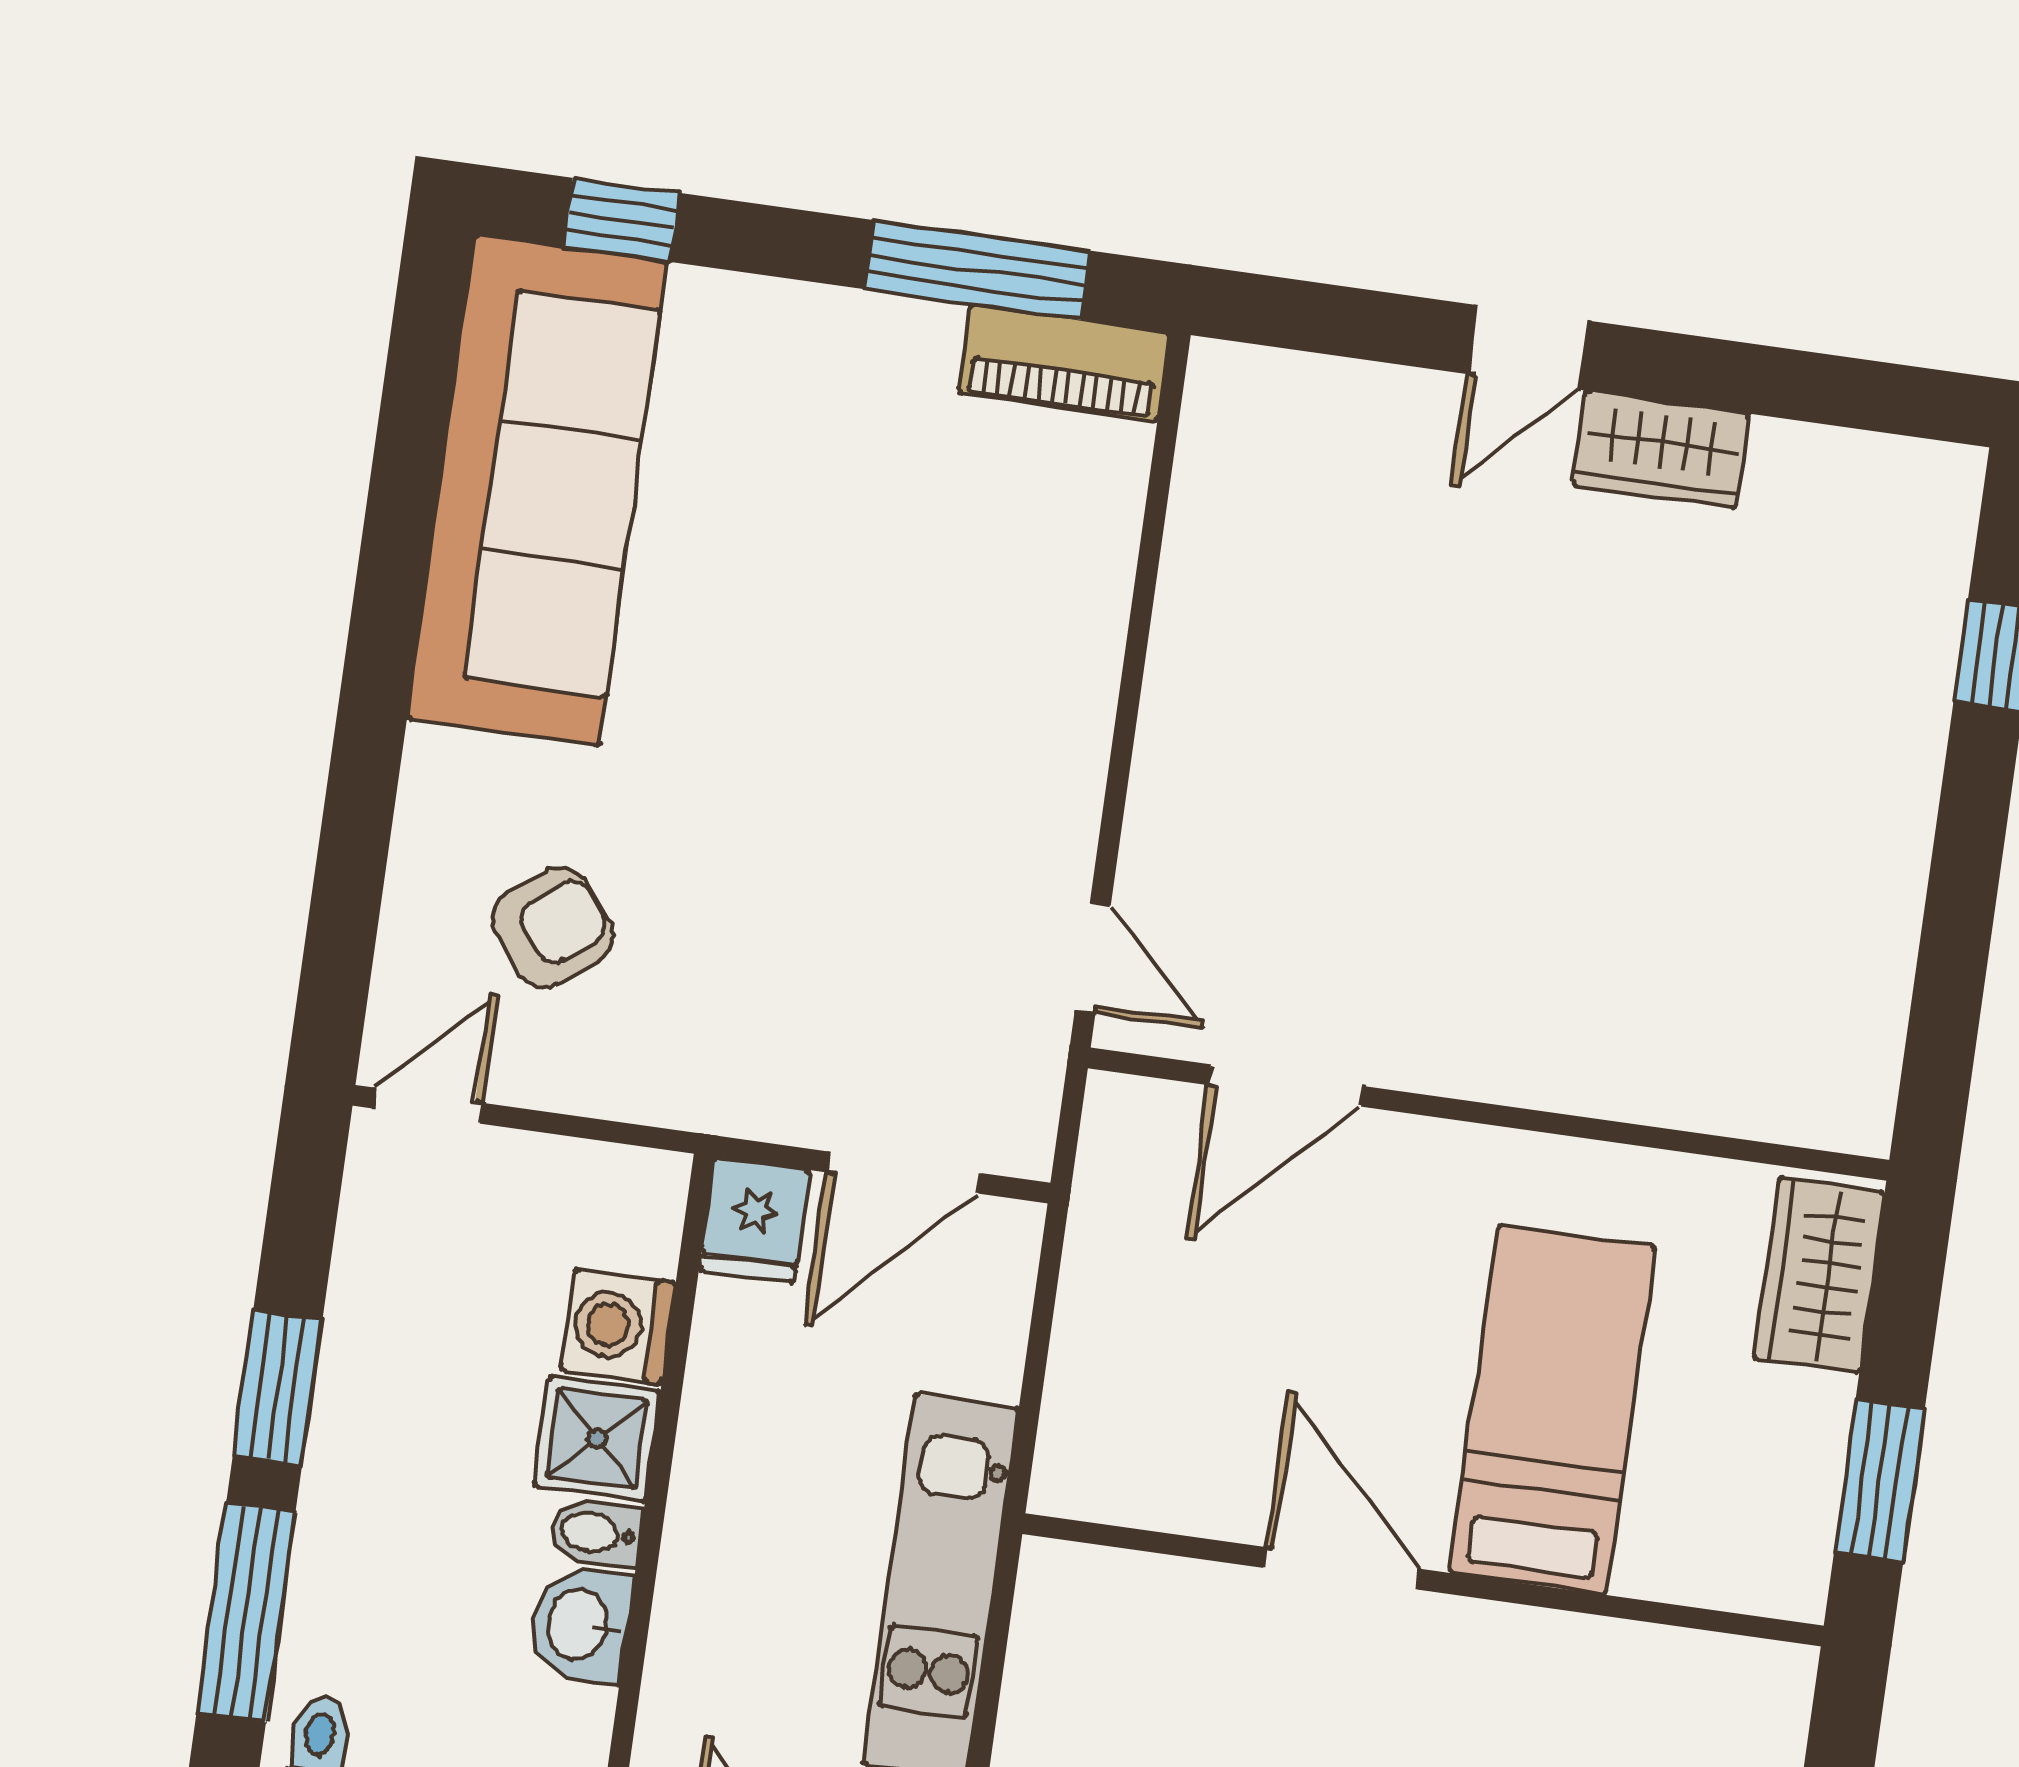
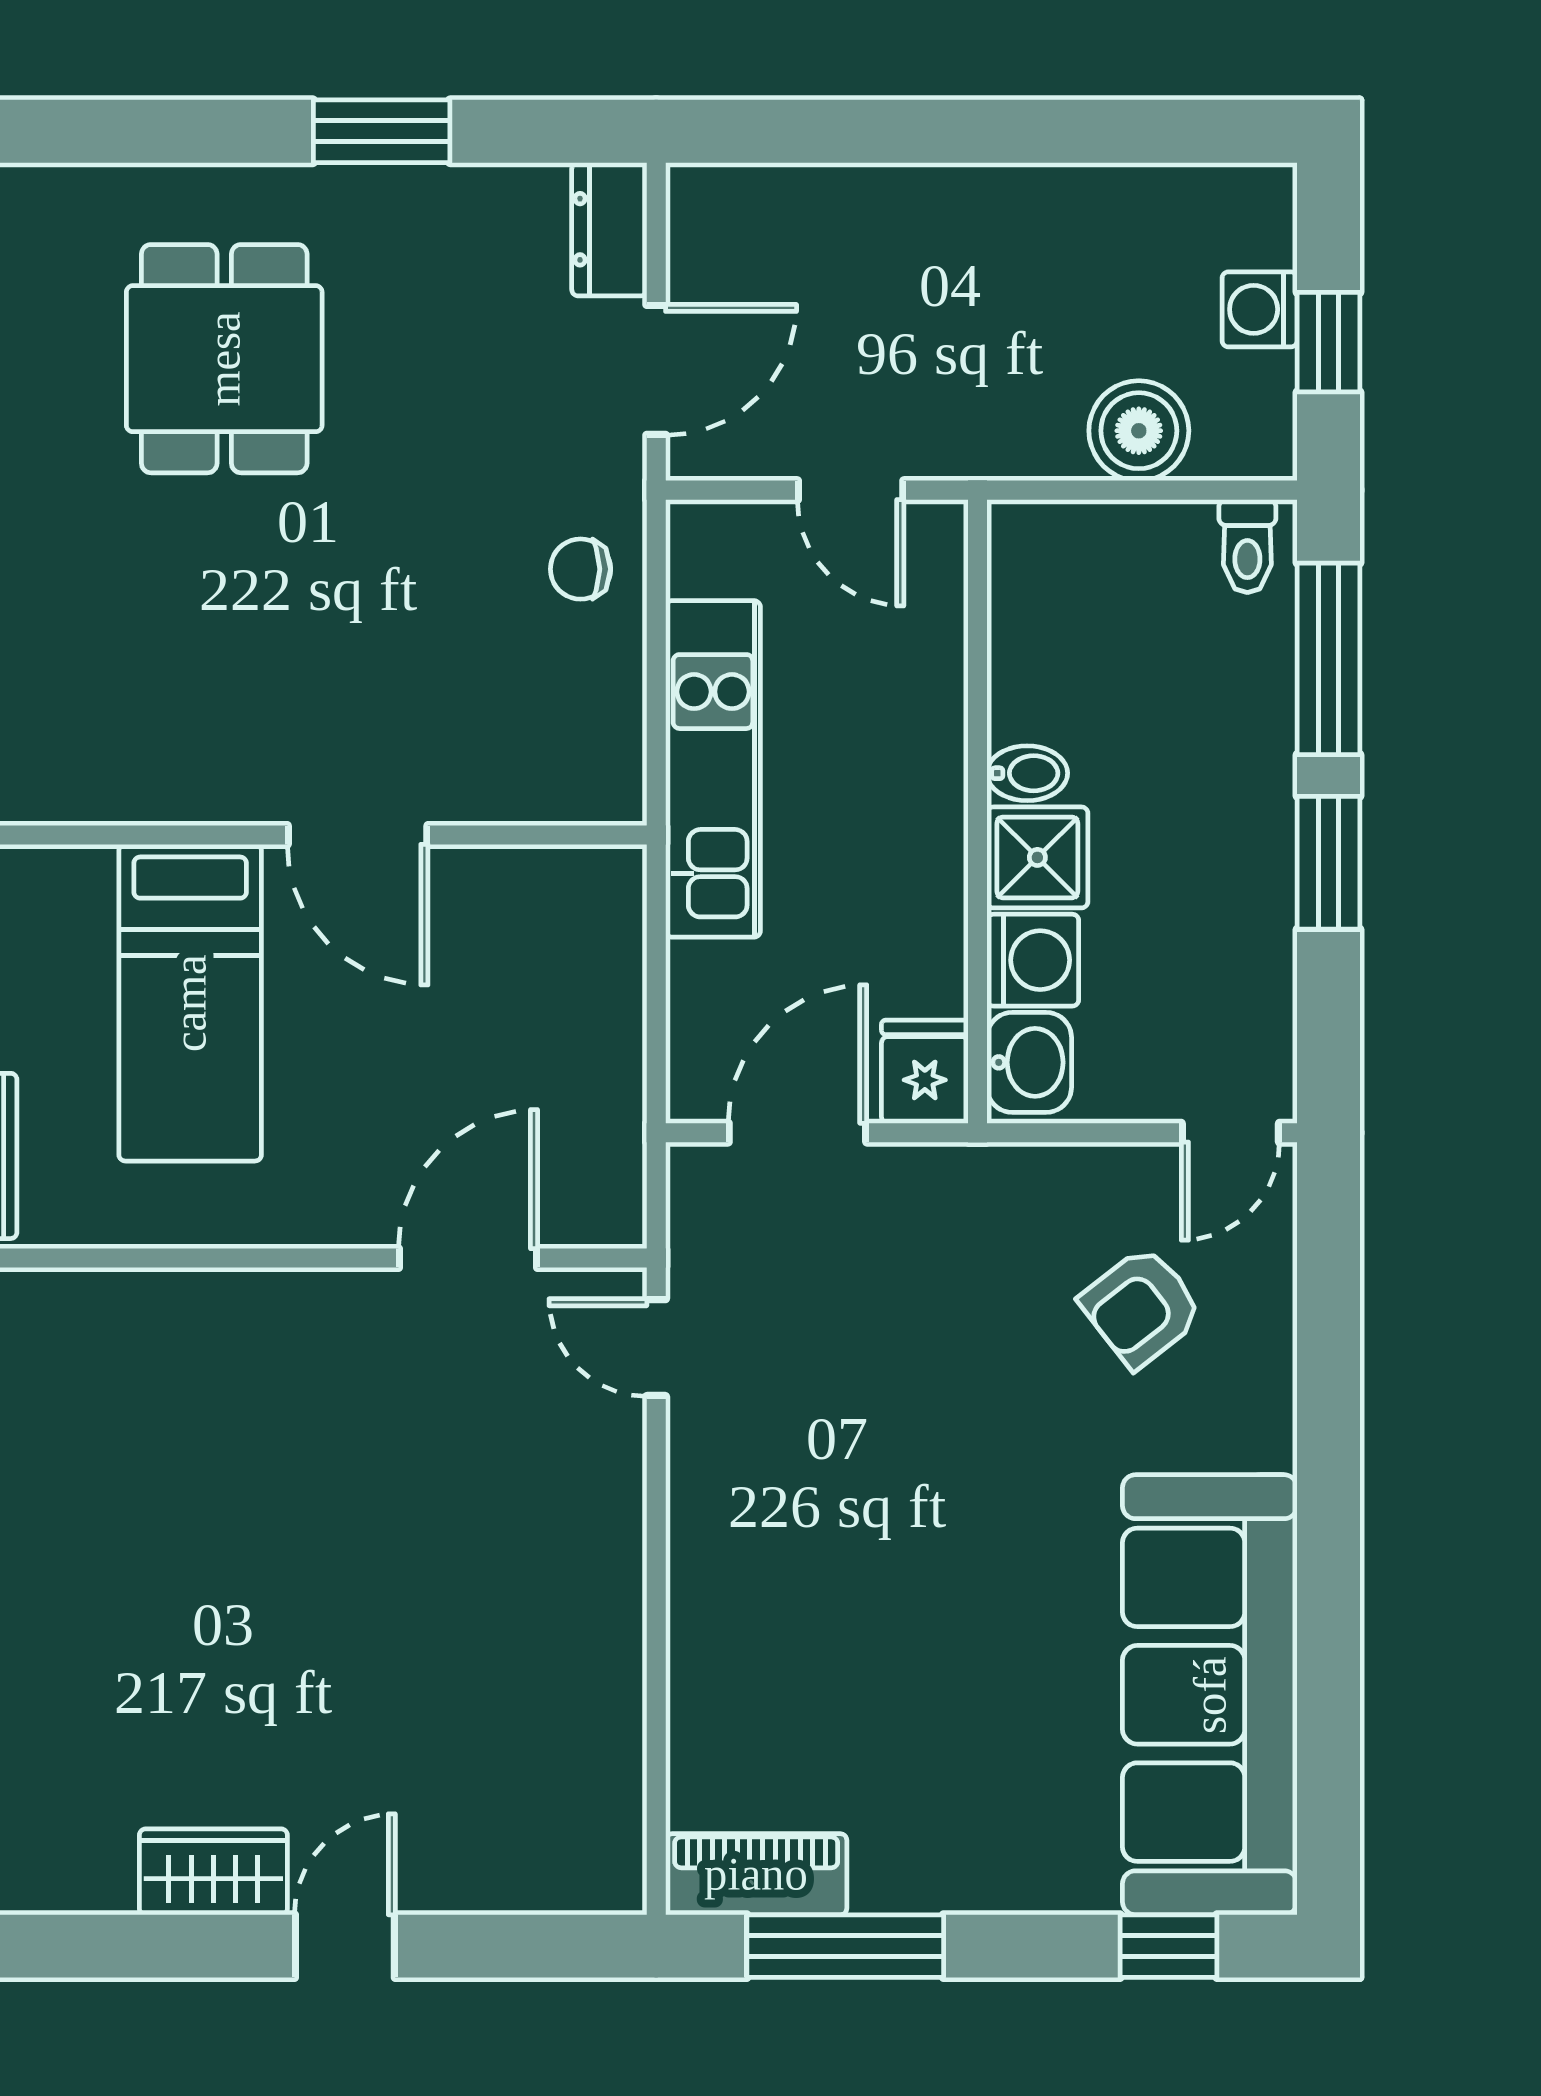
washbasin: (580, 1625) -> (1029, 1062), moved

